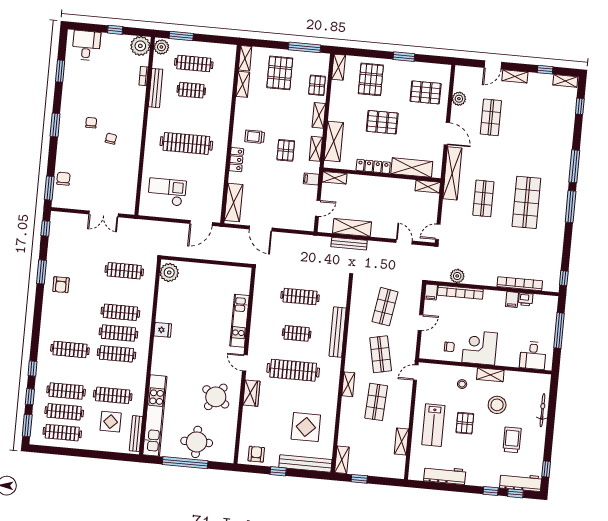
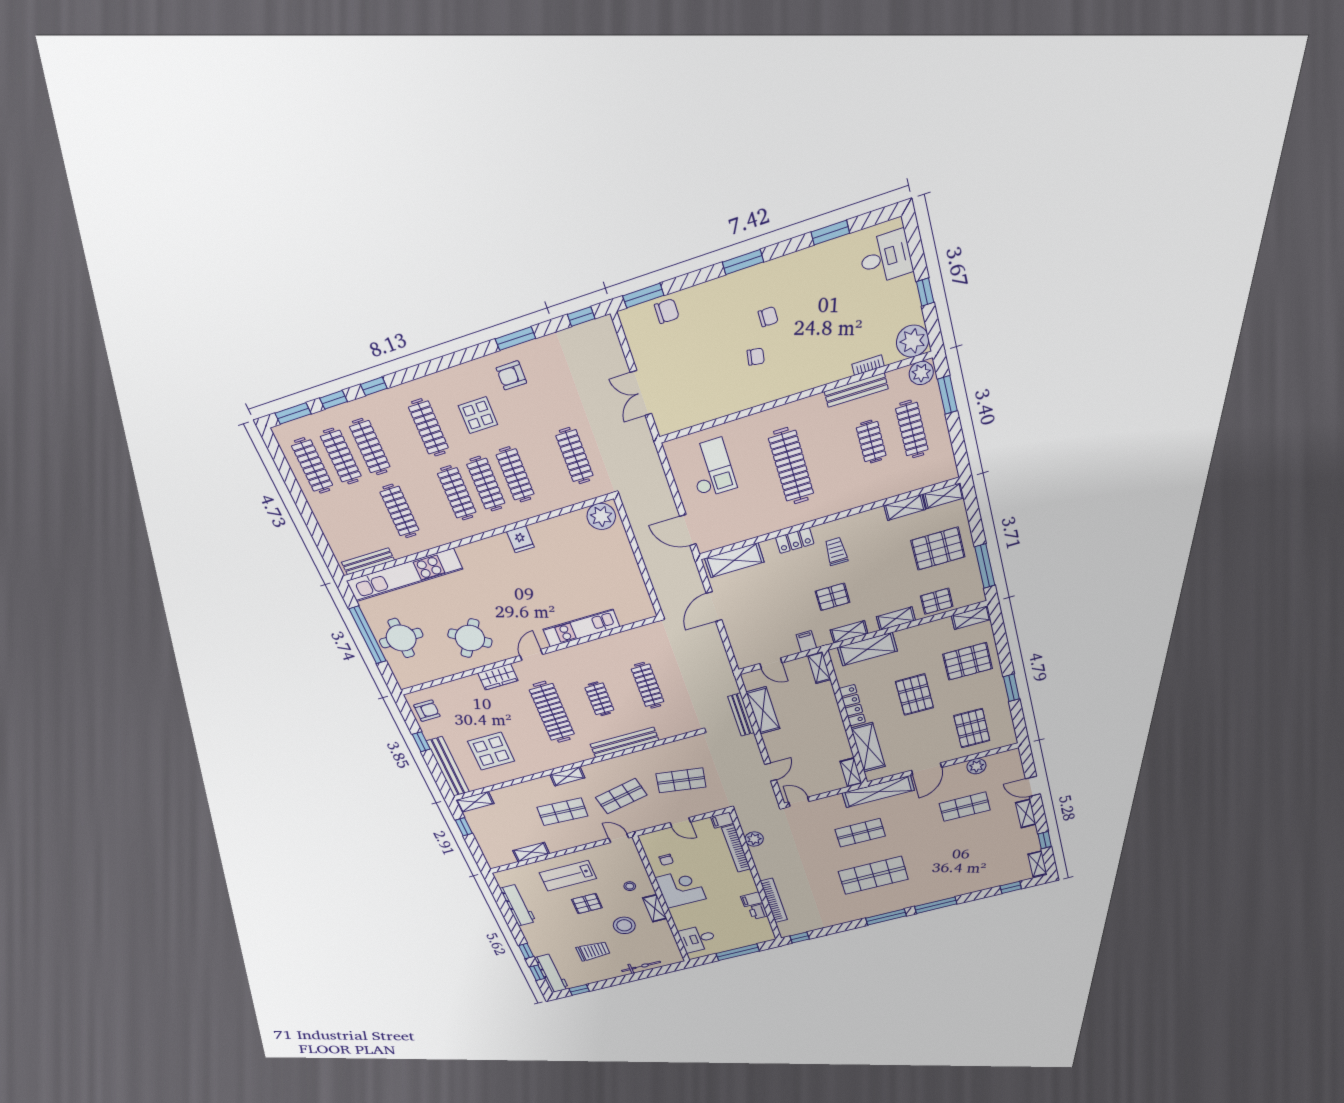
display table: (111, 422) -> (478, 415), moved

